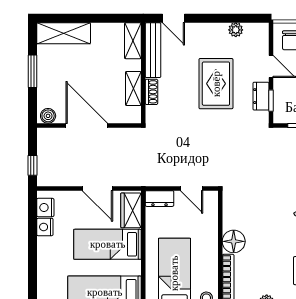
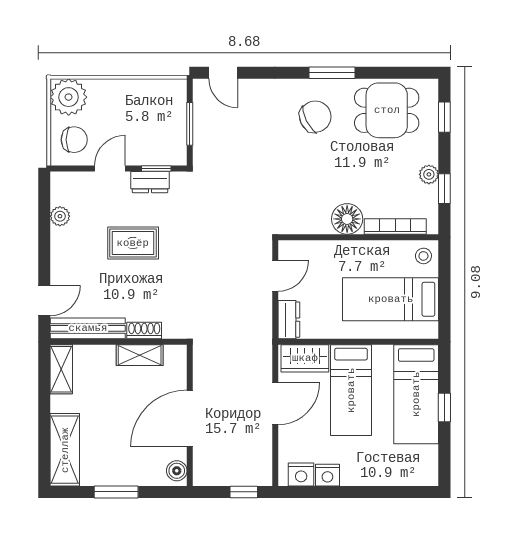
shelving: (133, 41) -> (61, 369), moved, turned 90
rug: (216, 84) -> (133, 243), width x0.73, depth x0.70

